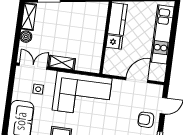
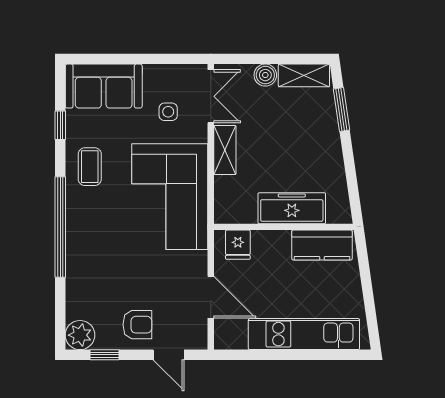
freezer: (96, 32) -> (292, 208), added
fridge: (114, 42) -> (238, 245), moved
armchair: (146, 120) -> (137, 325), turned 90

